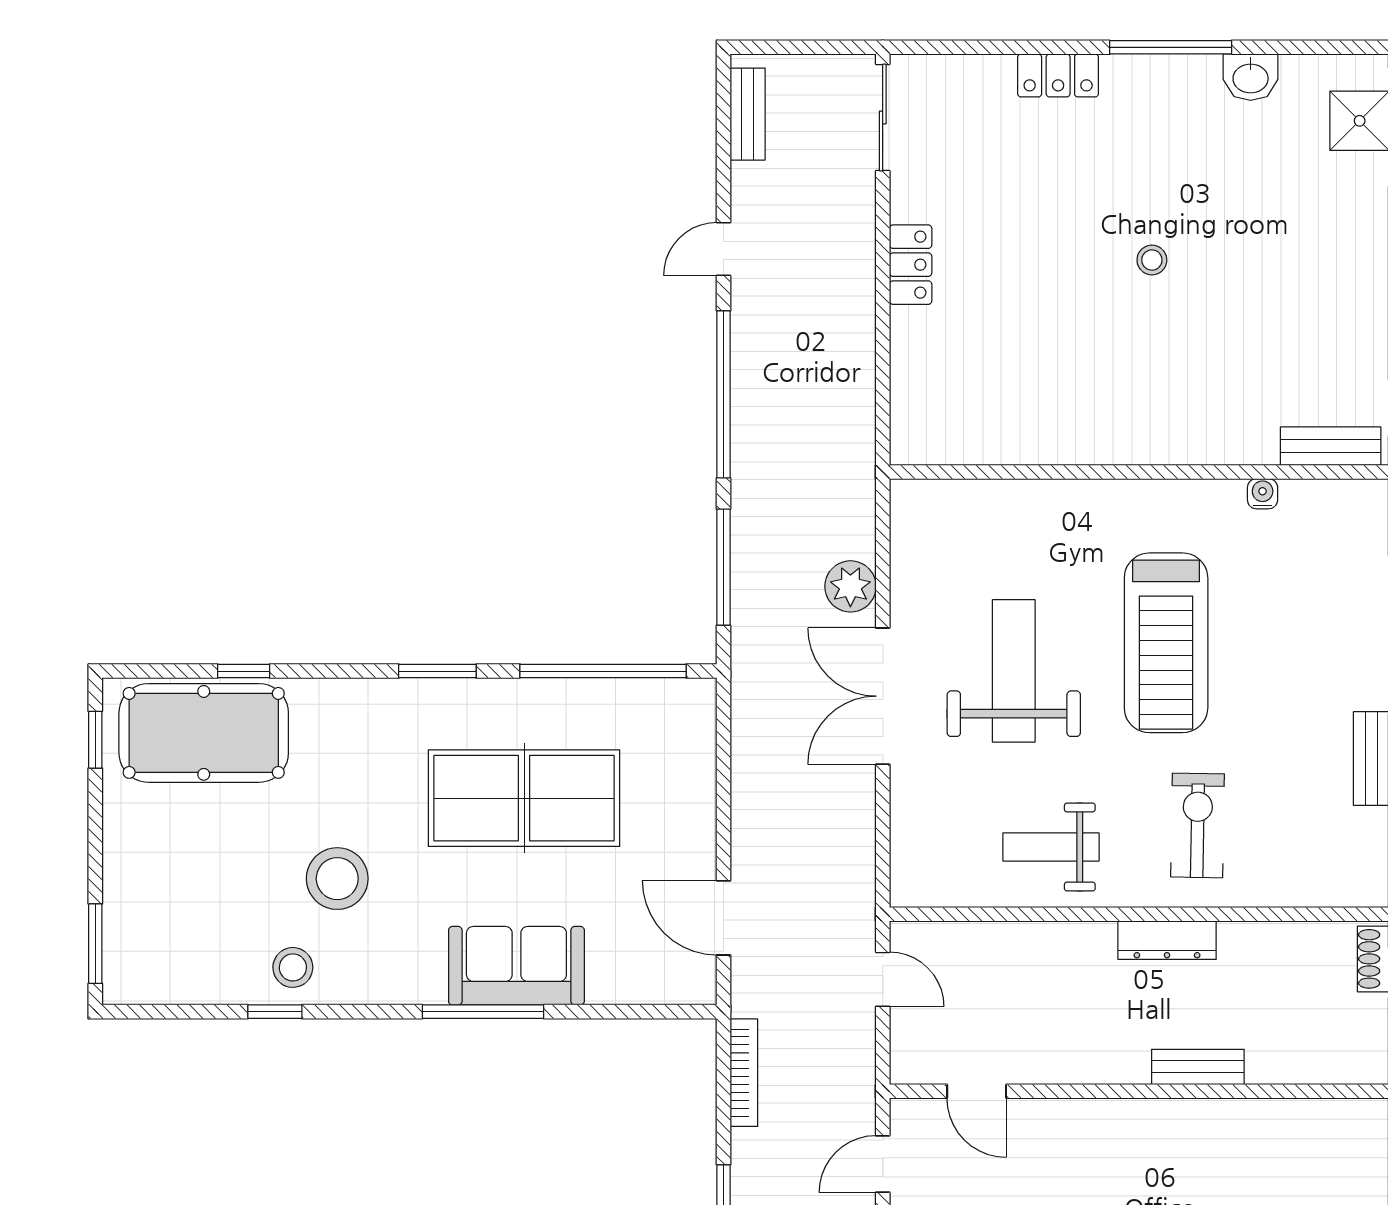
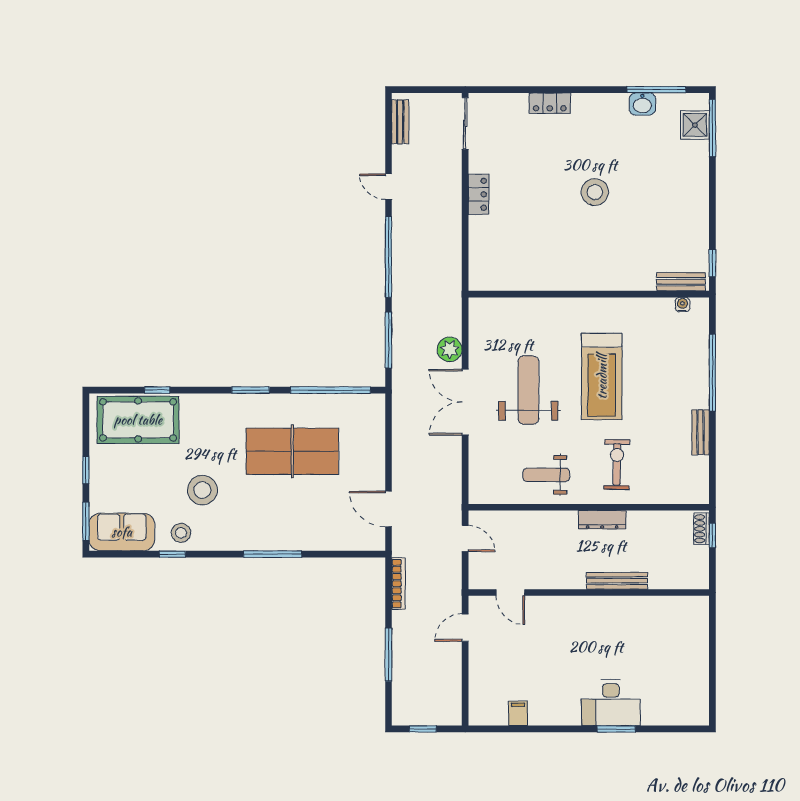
window: (1171, 47) -> (656, 90), moved
door: (723, 249) -> (388, 187), hinge flipped
stool: (1152, 260) -> (595, 192), width x1.89, depth x1.89
water cooler: (1263, 494) -> (682, 305), moved
window: (95, 740) -> (86, 470), moved
sofa: (516, 966) -> (122, 532), moved
bench: (1198, 1067) -> (617, 581), width x1.36

